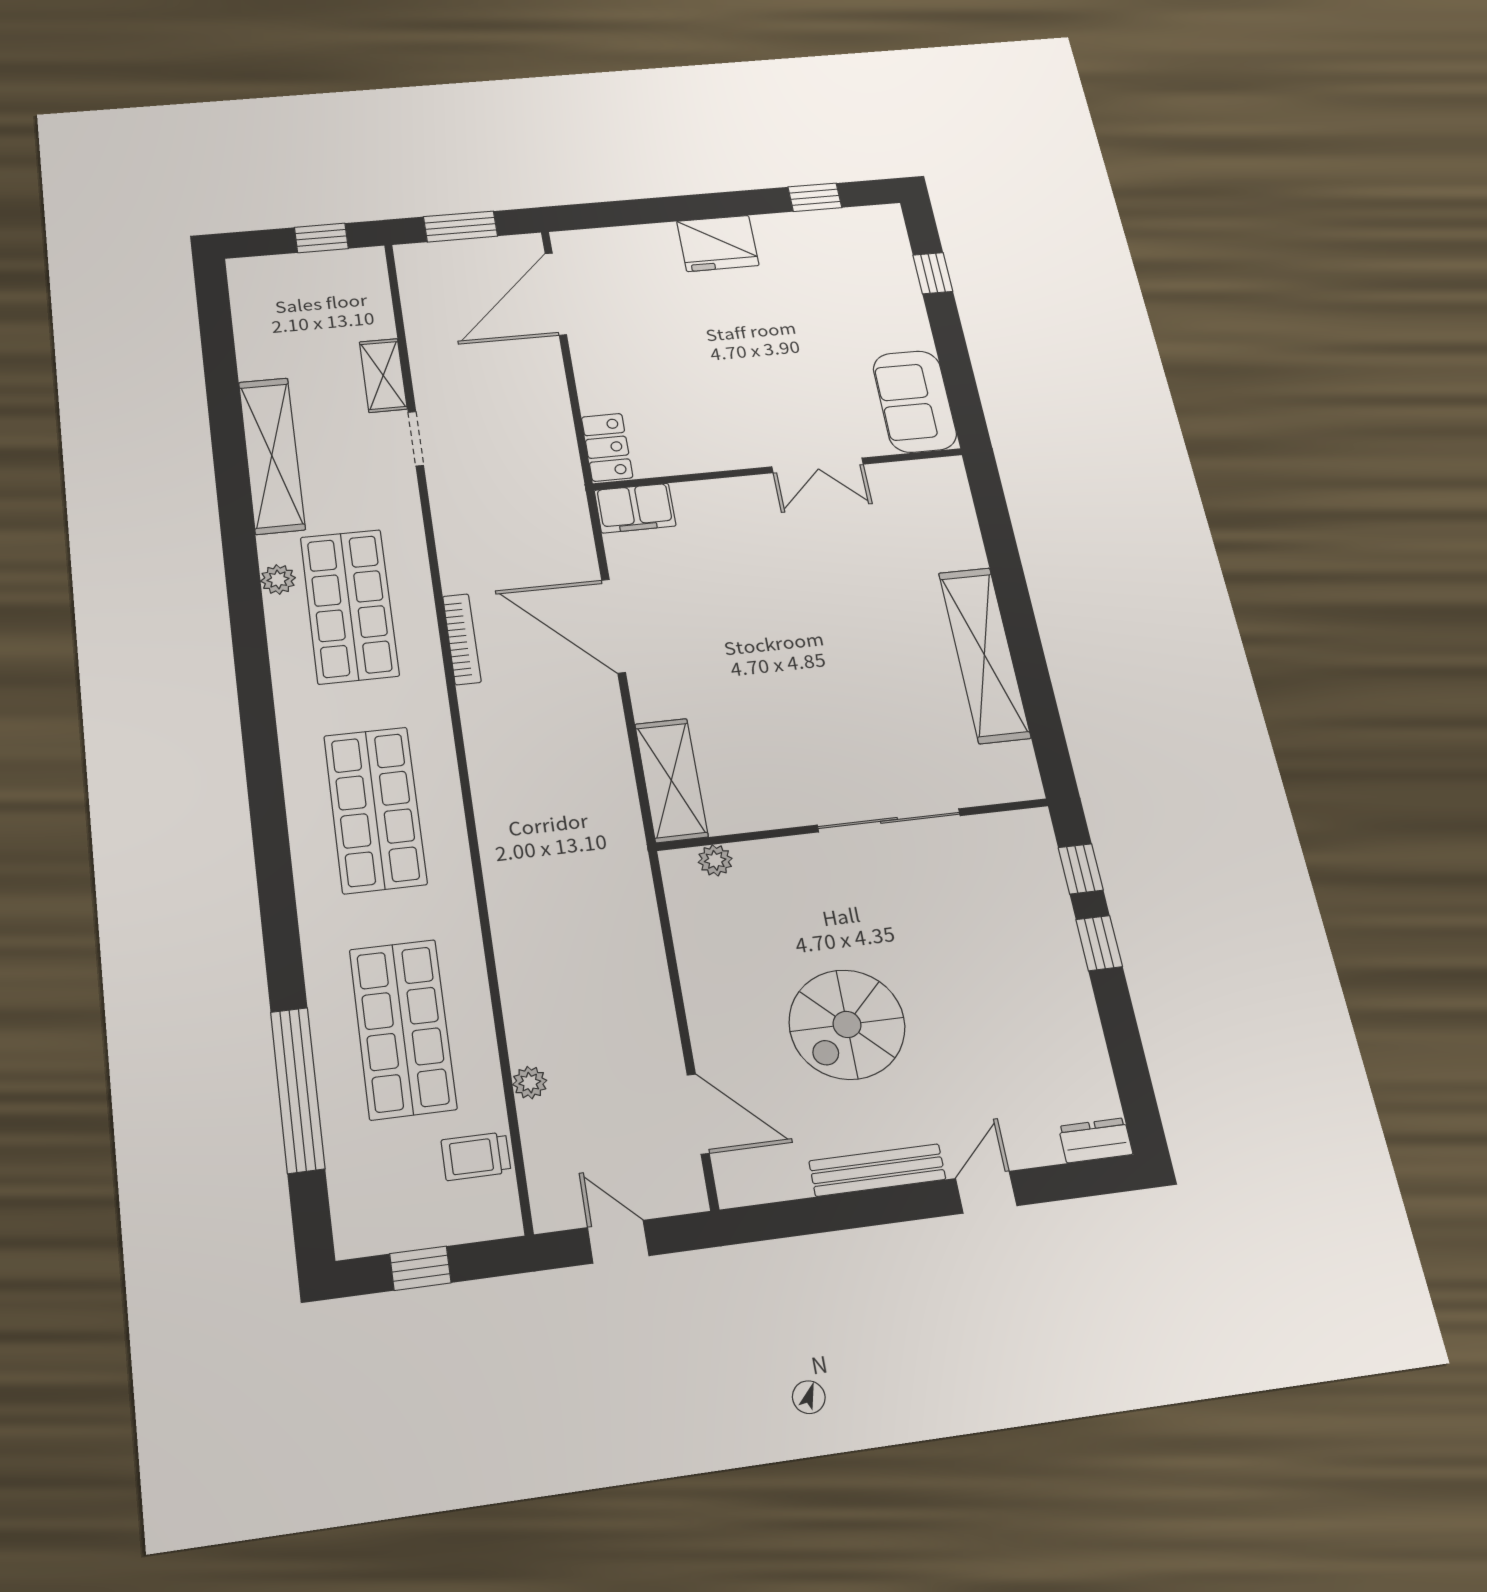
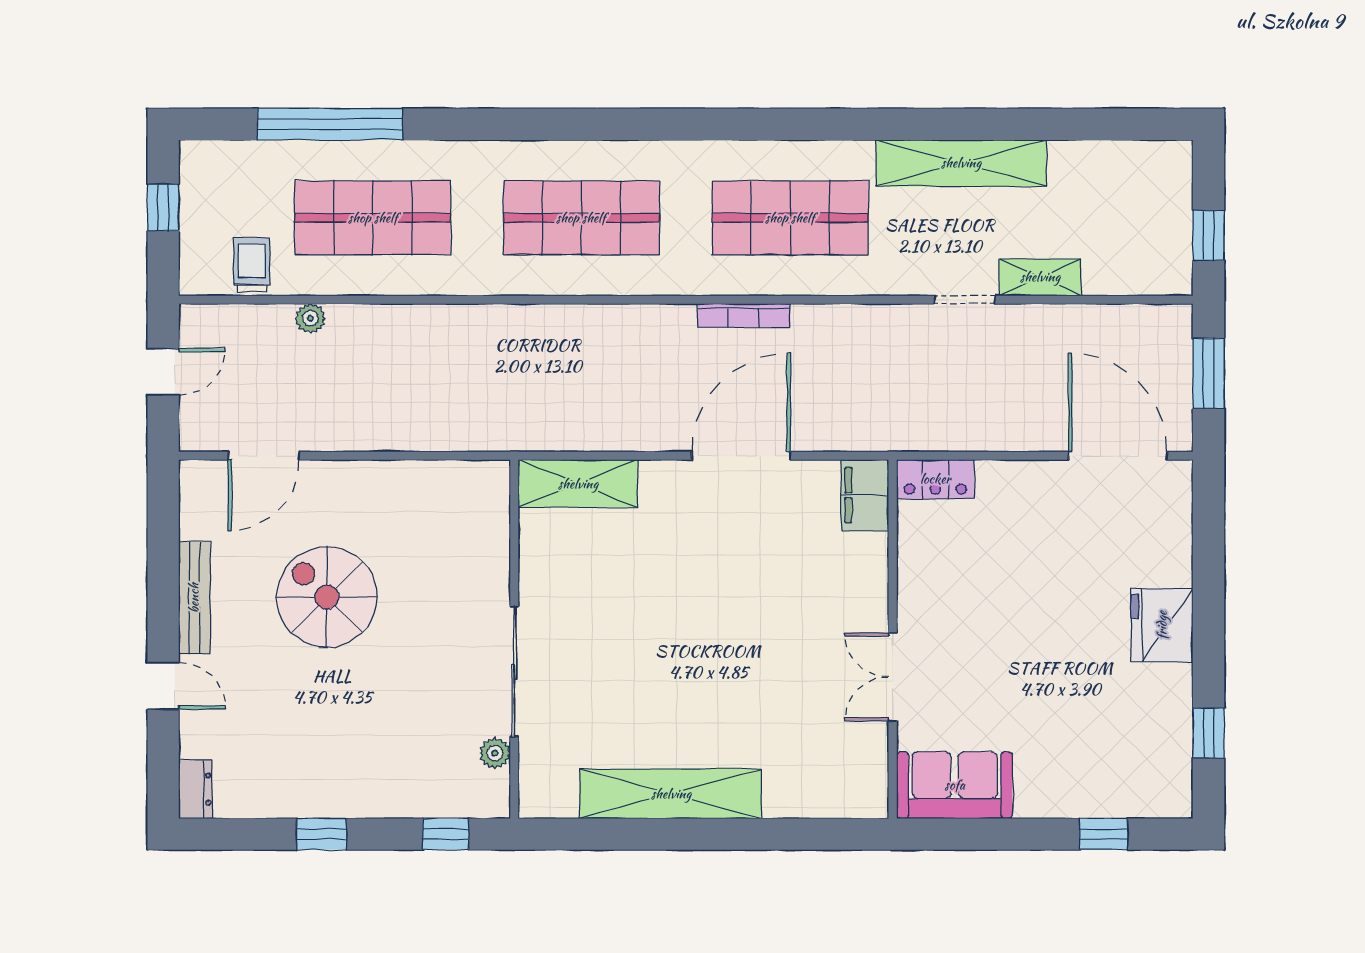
plant: (278, 579) -> (826, 156), removed
plant: (715, 860) -> (495, 753), moved
window: (1099, 943) -> (321, 834), moved

